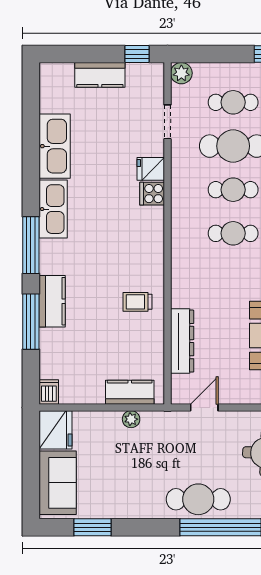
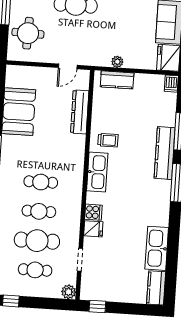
kitchen counter: (100, 75) -> (156, 288), moved, turned -90
kitchen sink: (53, 209) -> (97, 172), moved, turned 180
kitchen counter: (52, 301) -> (165, 153), width x1.50

